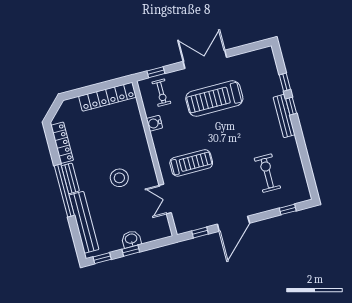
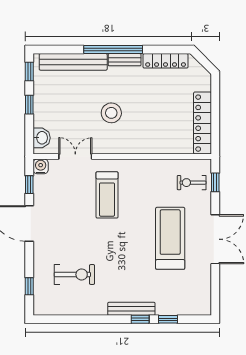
water cooler: (154, 123) -> (41, 166), moved
washbasin: (131, 239) -> (42, 138), moved

